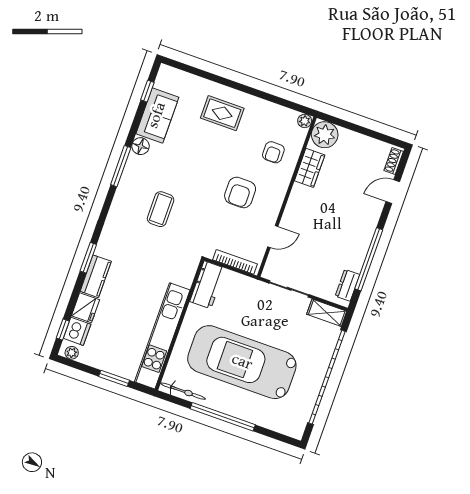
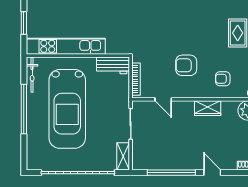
wardrobe: (310, 168) -> (208, 108), moved
door: (393, 192) -> (212, 173), moved
coffee table: (161, 209) -> (155, 14), removed
dresser: (347, 285) -> (148, 164), removed
car: (242, 362) -> (67, 109), turned 180

